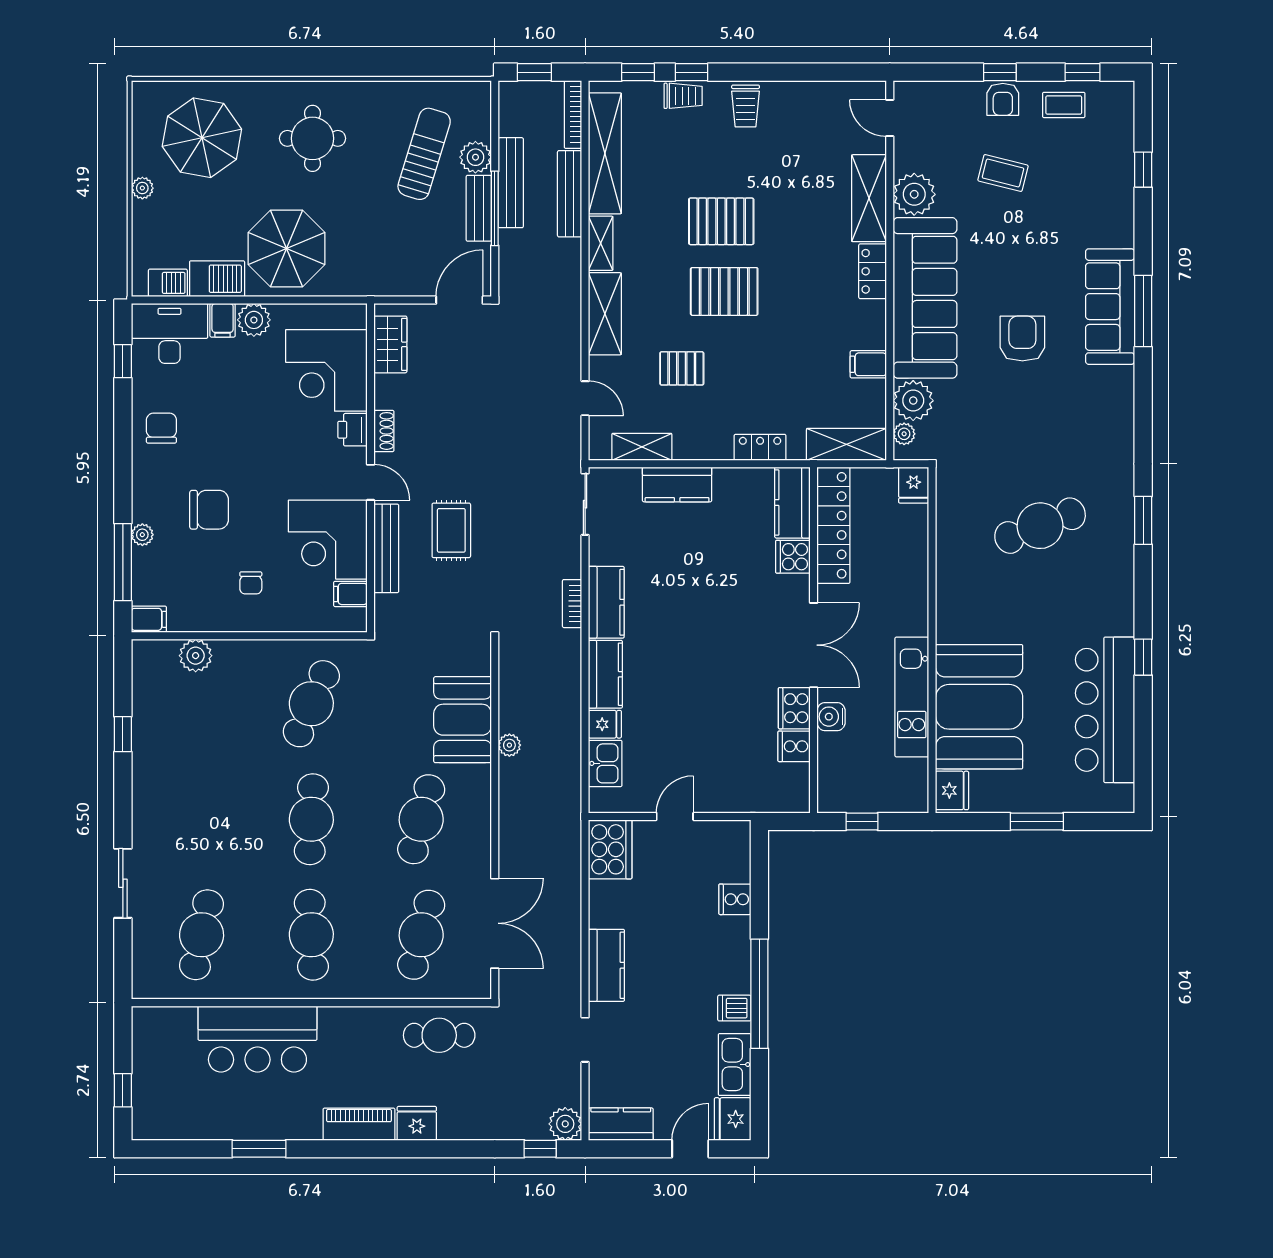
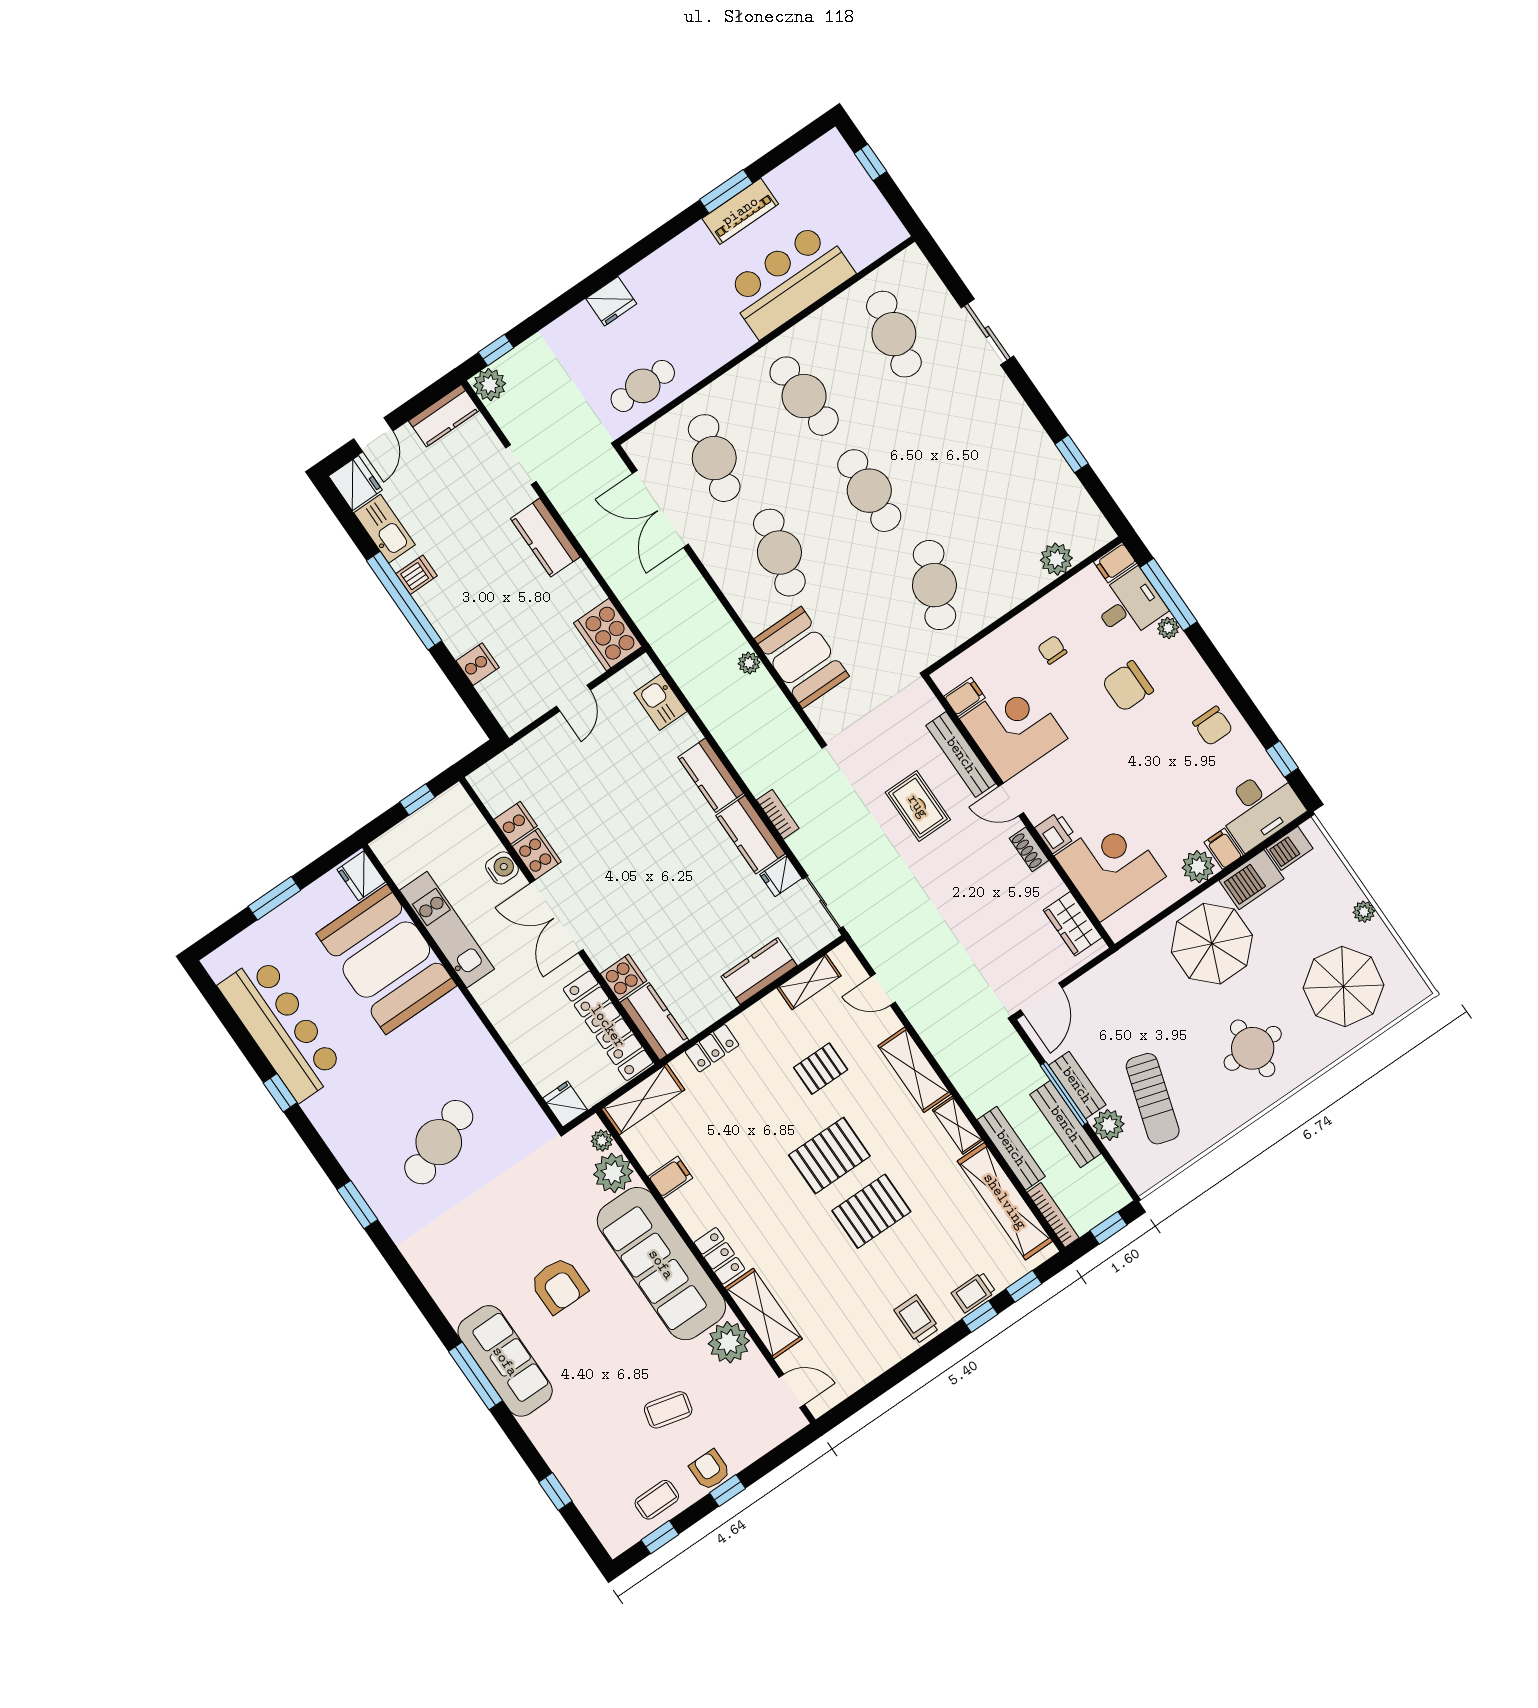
desk: (162, 576) -> (1129, 605), added
fridge: (605, 724) -> (781, 876), moved
piano: (359, 1124) -> (740, 211), moved

